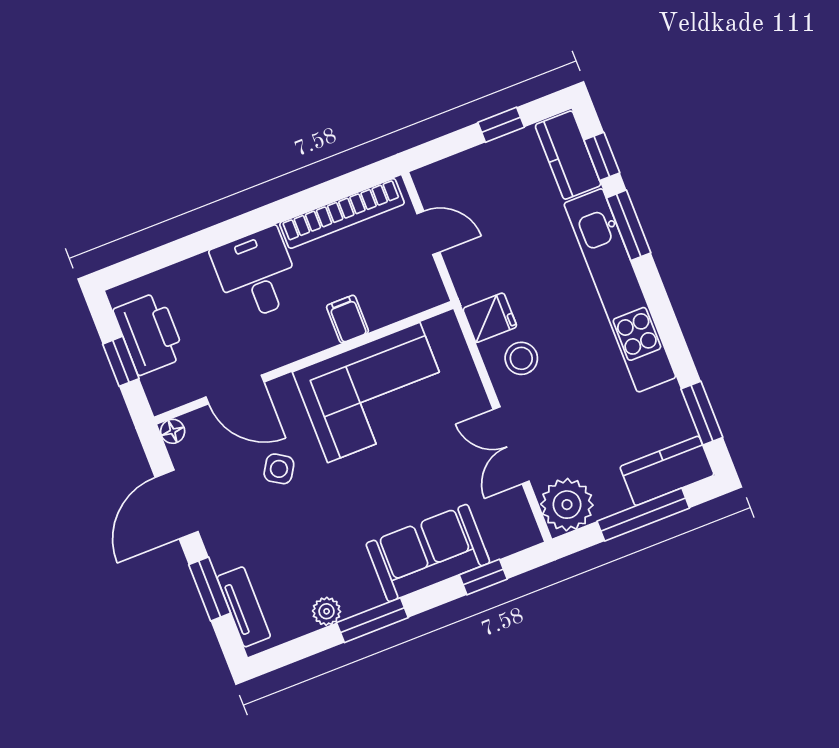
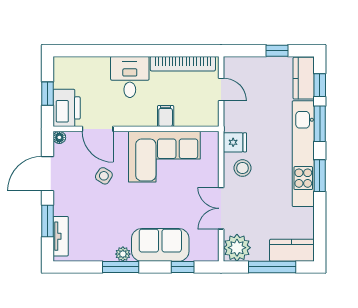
printer: (149, 333) -> (67, 108), moved
window: (702, 413) -> (320, 176), moved
plant: (327, 611) -> (123, 254), moved

